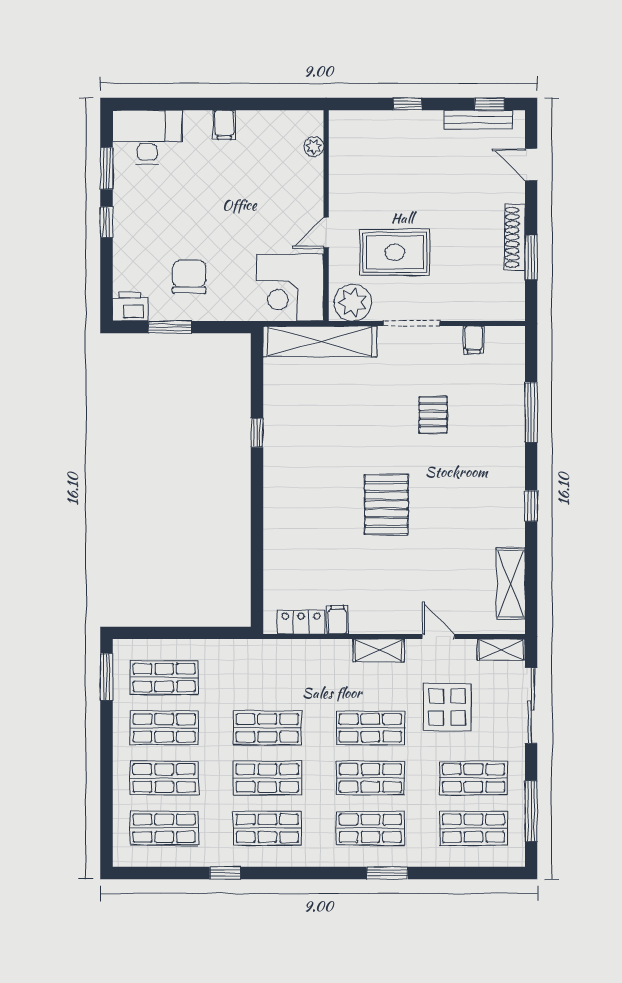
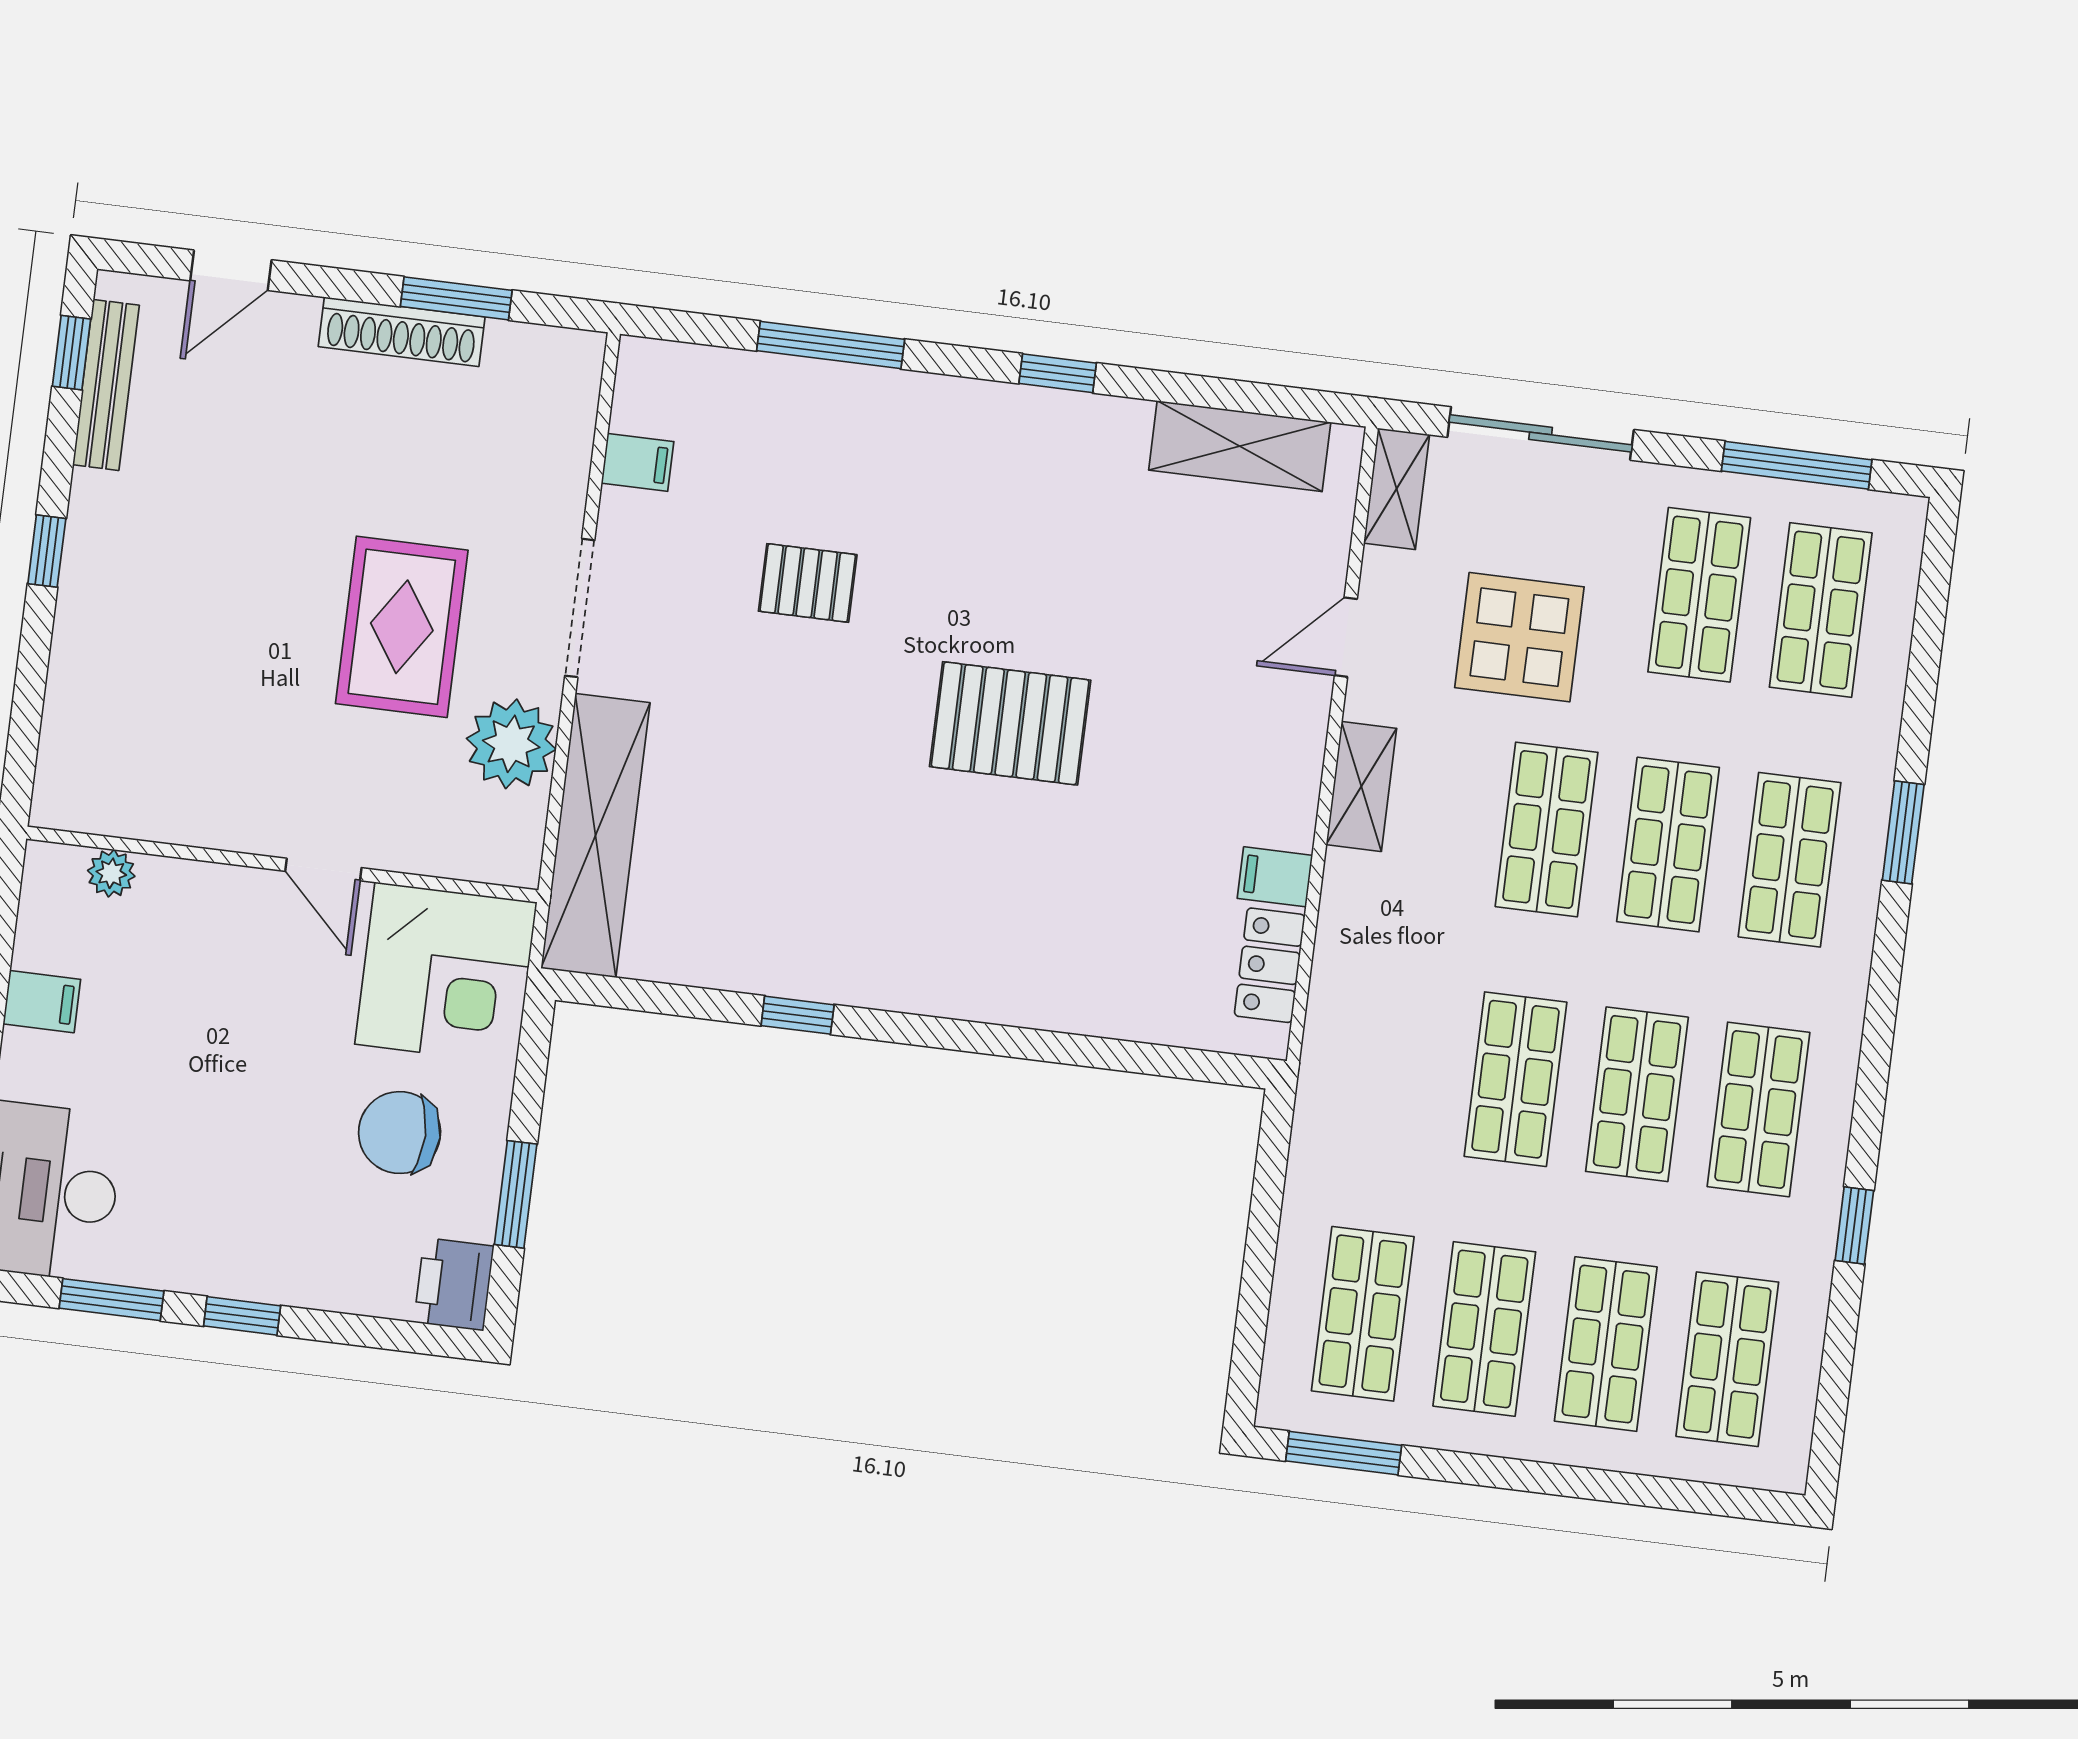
plant: (314, 147) -> (111, 873), moved
wall: (326, 216) -> (282, 864), moved
door: (326, 233) -> (323, 870), moved
corner desk: (290, 288) -> (446, 973), moved

